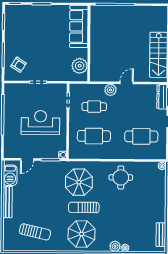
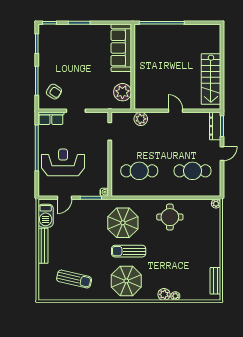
door: (127, 83) -> (175, 111), hinge flipped
row of seats: (16, 89) -> (51, 118), added
plant: (111, 90) -> (141, 119), moved
cafe table: (94, 107) -> (139, 138), removed
reception desk: (40, 122) -> (63, 162), moved

